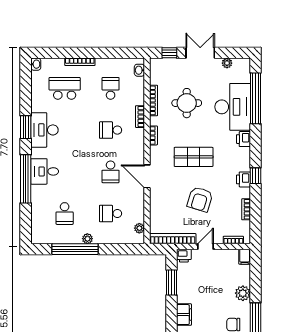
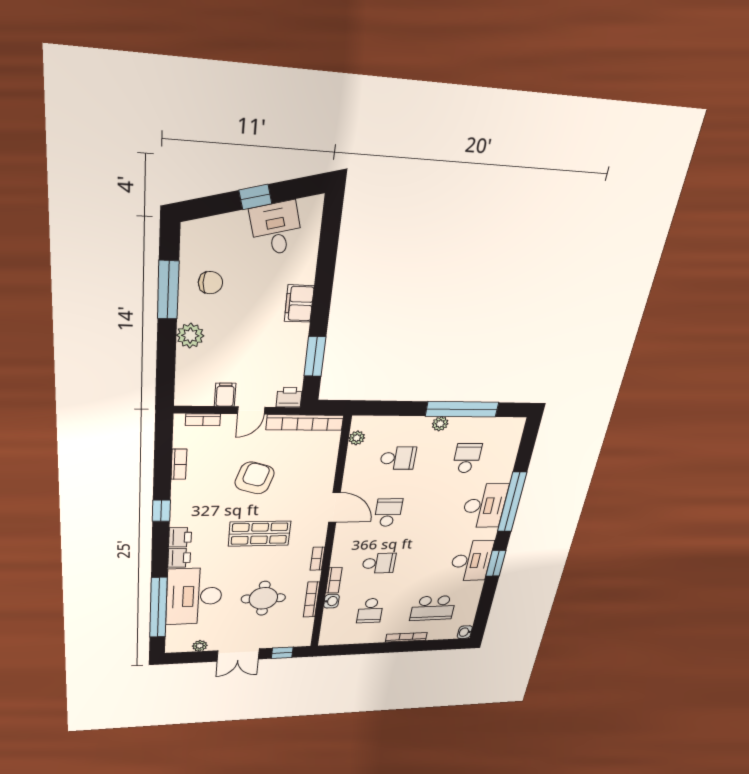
washbasin: (139, 70) -> (331, 601), moved
desk: (45, 171) -> (484, 506), width x1.37
printer: (243, 179) -> (180, 537), moved
filing cabinet: (245, 257) -> (225, 395), moved

